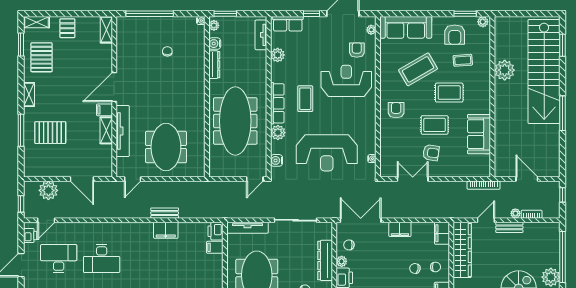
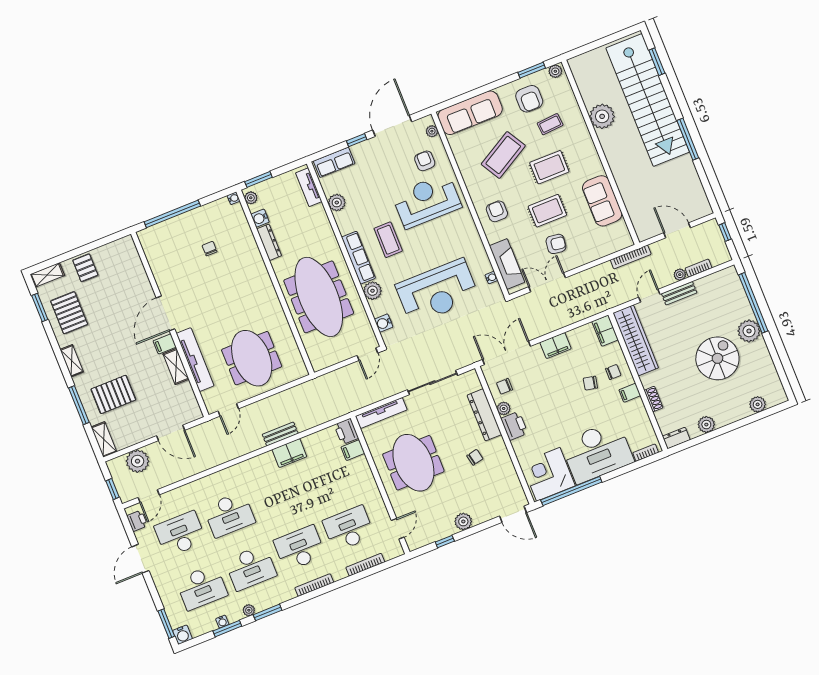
shelving: (106, 30) -> (104, 439), moved
fireplace: (388, 153) -> (507, 264), added

